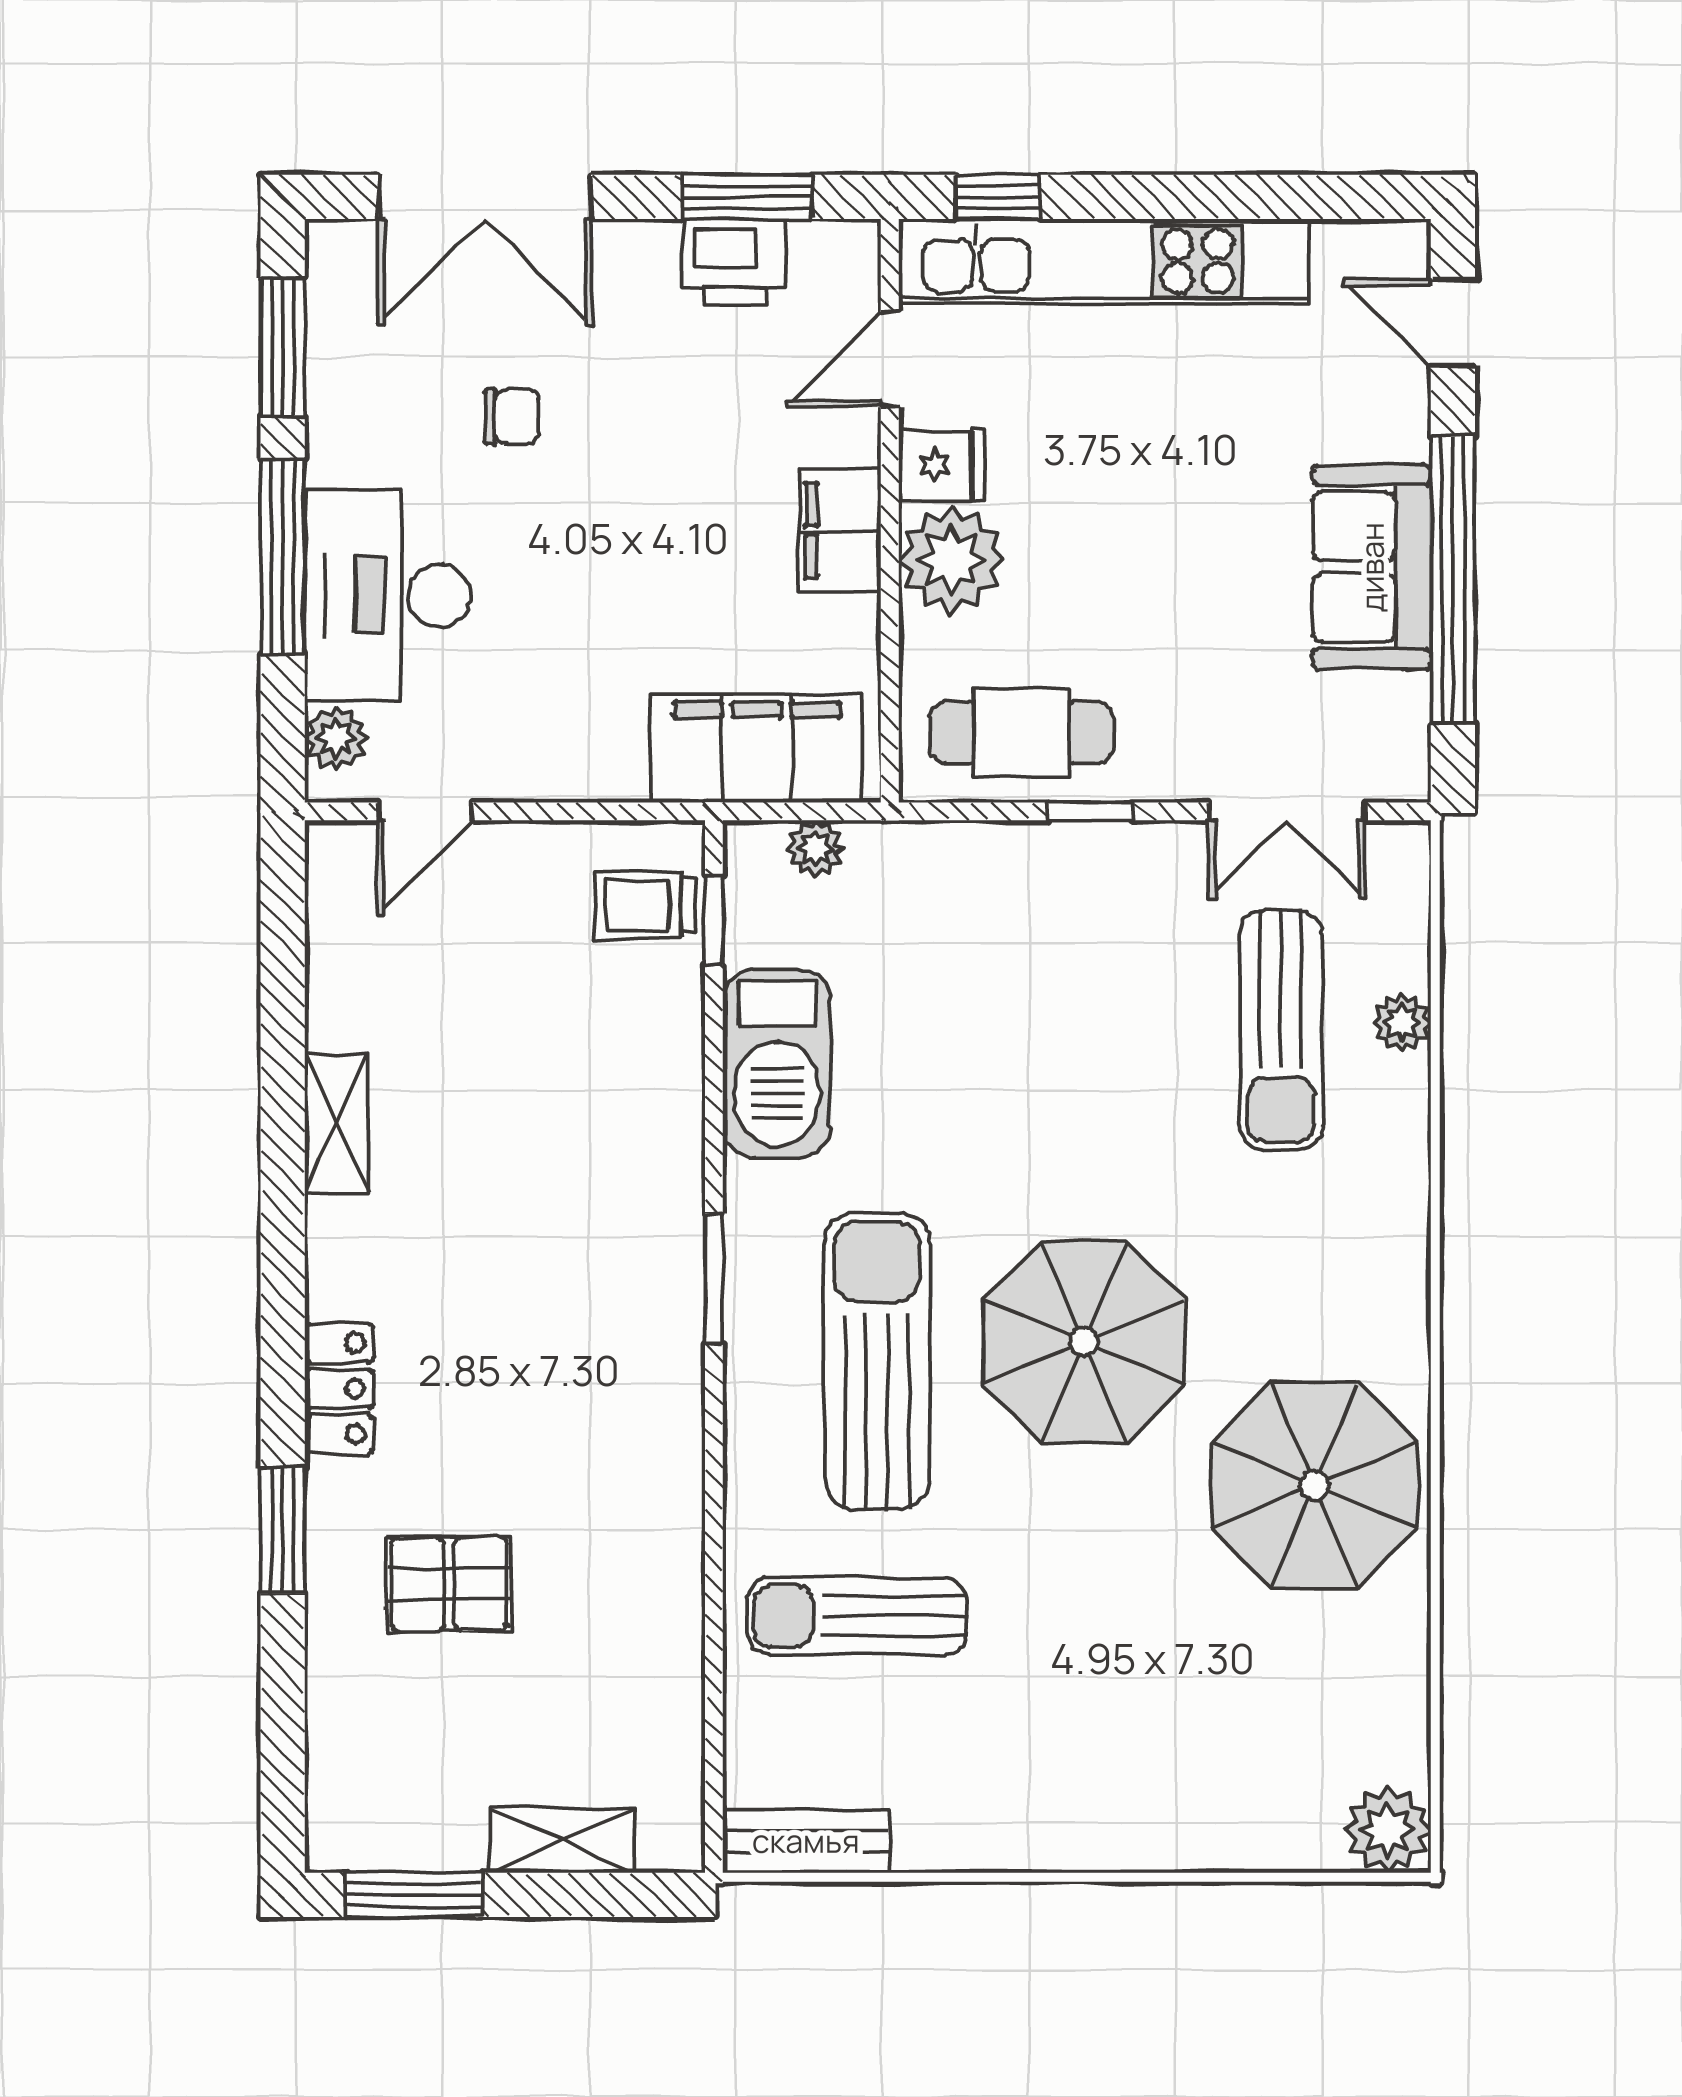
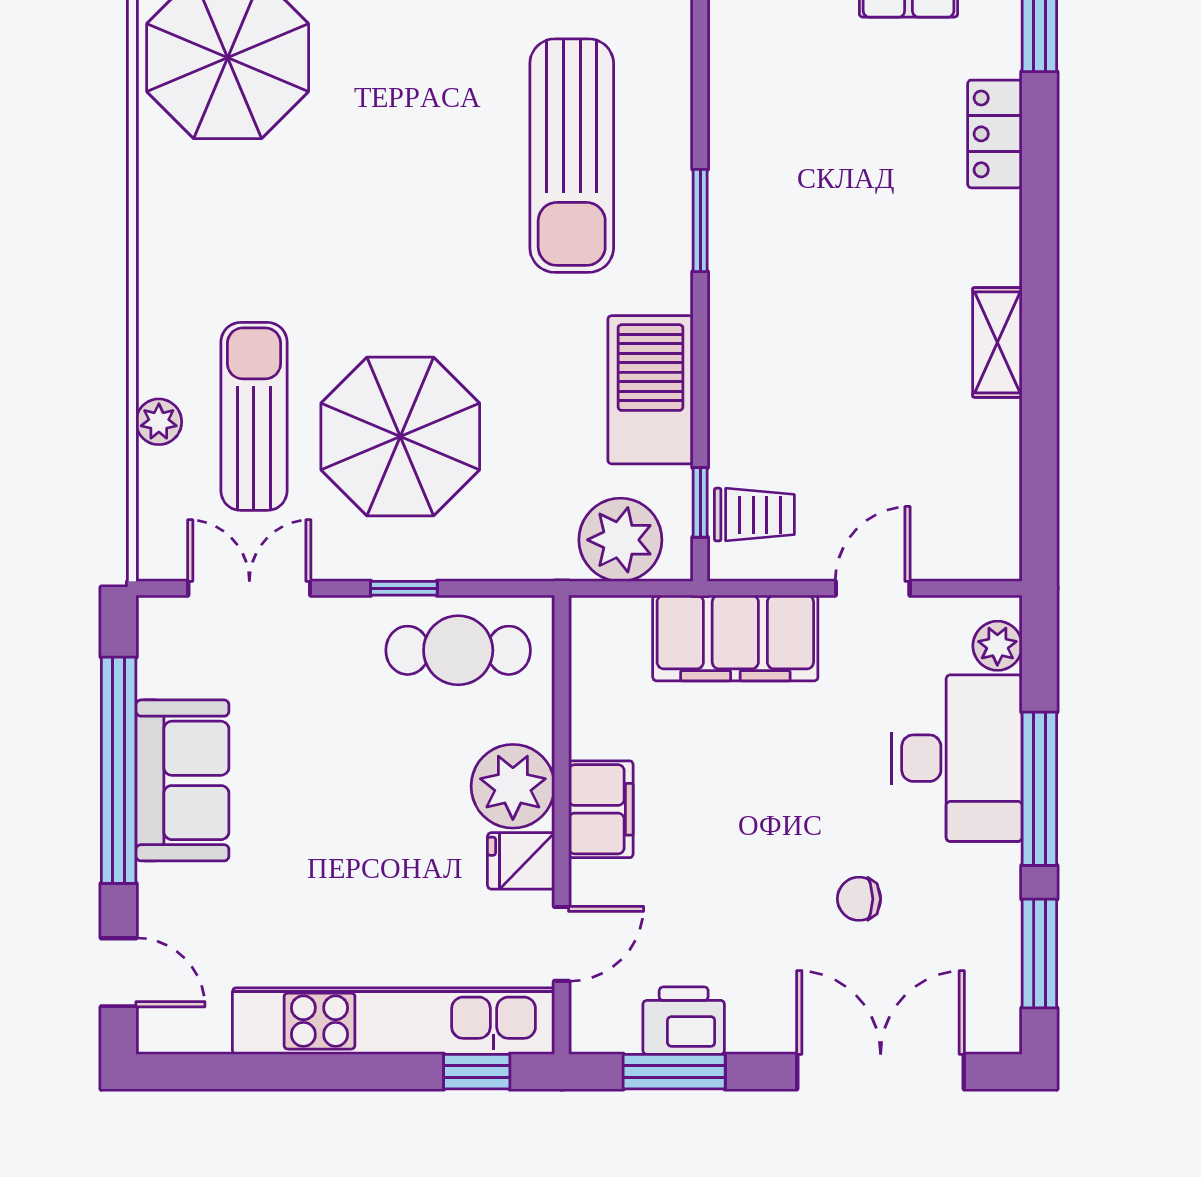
filing cabinet: (757, 748) -> (735, 638), moved
door: (425, 811) -> (873, 588), moved
plant: (815, 848) -> (620, 540), width x1.87, depth x1.87
parasol: (1084, 1342) -> (400, 436), moved

